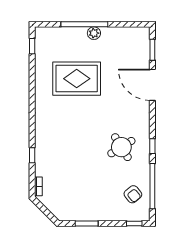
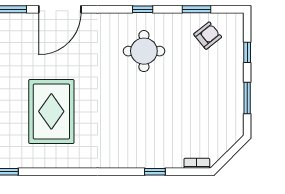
round table: (121, 147) -> (144, 51), turned 32
window: (152, 186) -> (197, 9), width x0.47
window: (134, 223) -> (247, 52), moved

